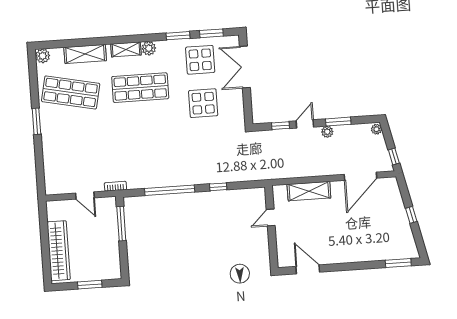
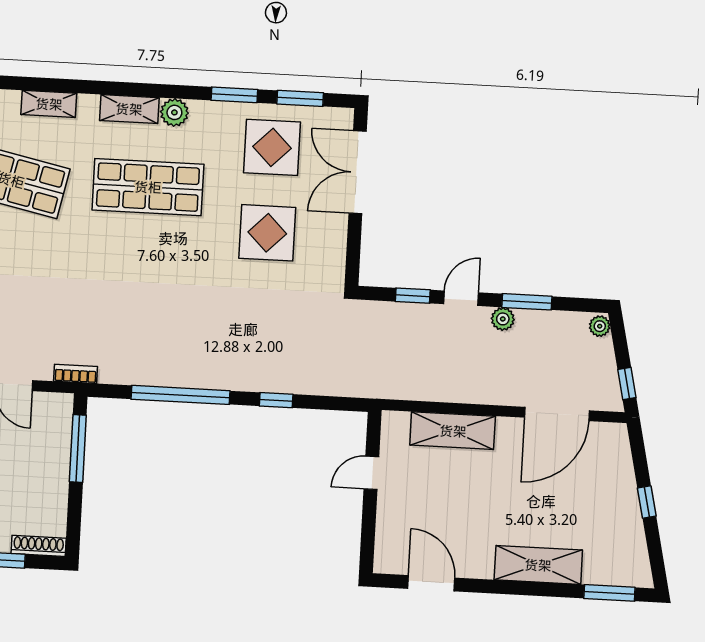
shelving: (85, 54) -> (49, 104), width x0.67, depth x0.75
shelving: (361, 253) -> (538, 565), added
shoe rack: (108, 275) -> (39, 546), added

